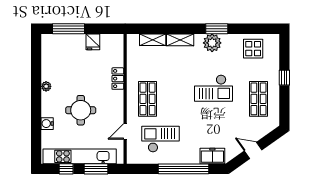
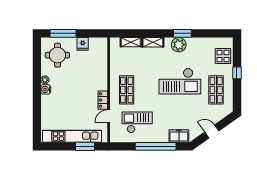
display table: (253, 49) -> (223, 56), moved
locker: (118, 79) -> (103, 100), moved
checkout: (213, 88) -> (180, 81), width x1.36, depth x1.21
round table: (81, 110) -> (57, 55), moved
water cooler: (47, 124) -> (46, 89), moved
window: (66, 169) -> (61, 146), removed

